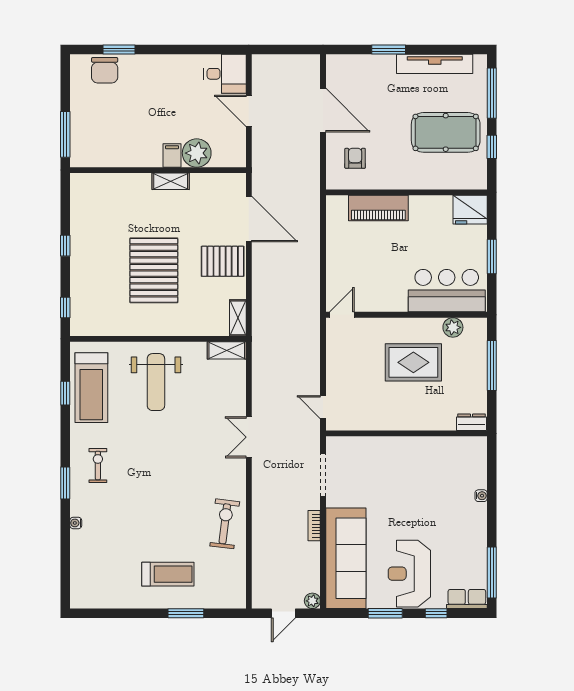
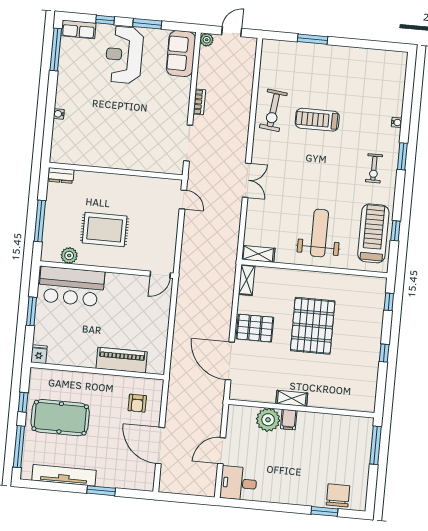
door: (249, 111) -> (222, 451), swing flipped
fridge: (470, 210) -> (39, 354), width x0.53, depth x0.75
sofa: (346, 558) -> (181, 54), width x0.54, depth x0.79
treadmill: (168, 574) -> (317, 120), moved
reception desk: (409, 574) -> (124, 55), turned 180

